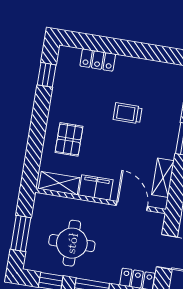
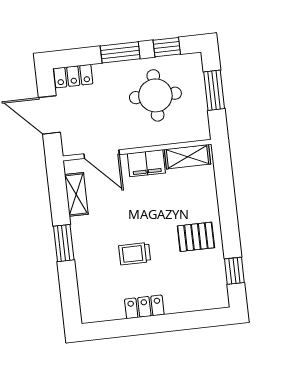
locker: (98, 60) -> (144, 307), moved
trolley: (128, 113) -> (135, 254), turned 180
pallet: (69, 139) -> (196, 237), moved, turned 90

